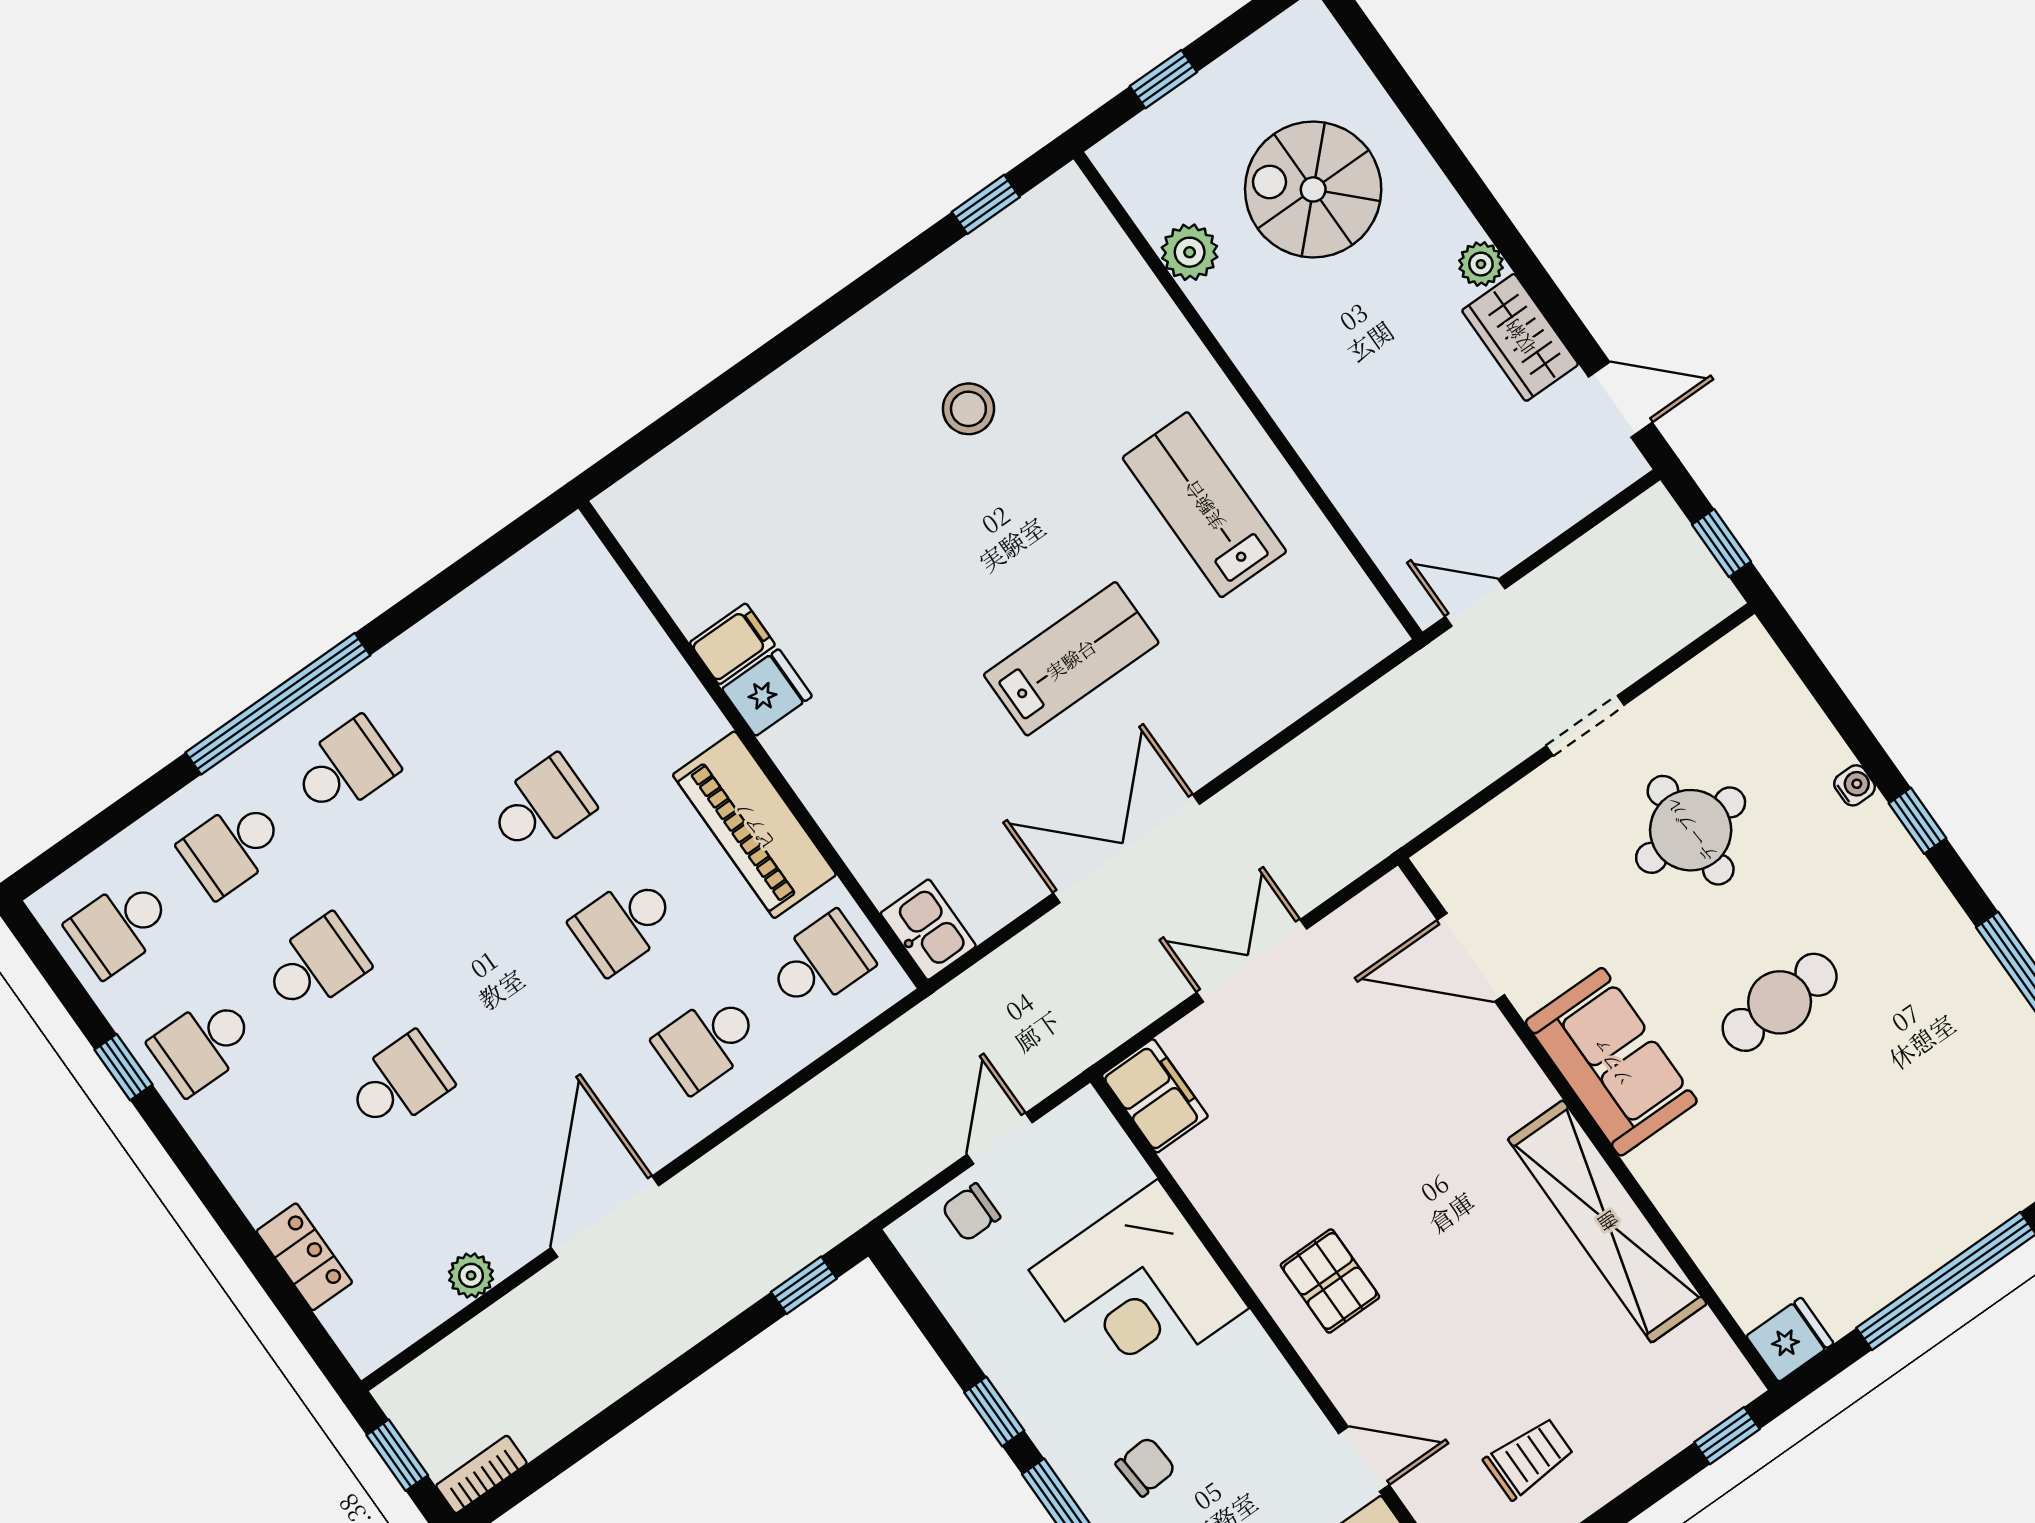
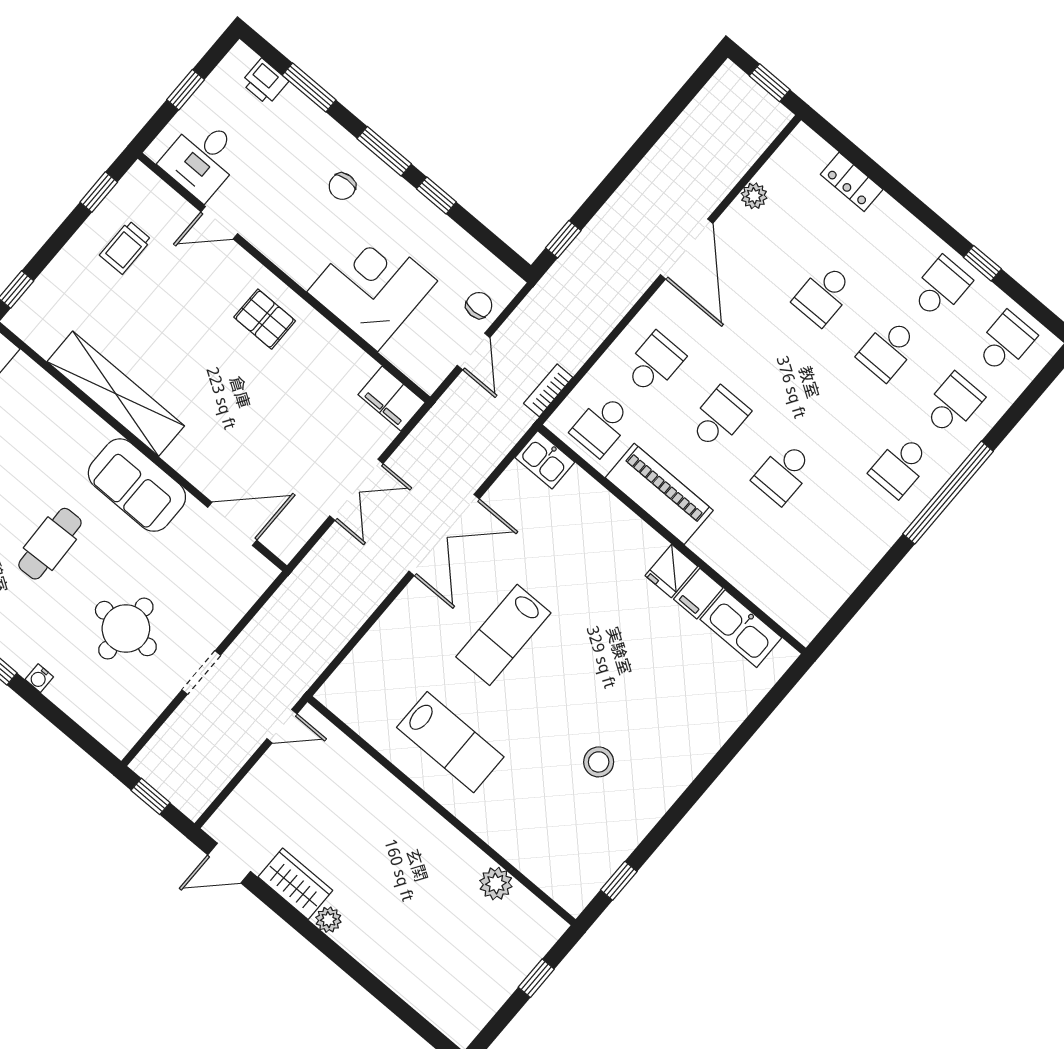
spiral stairs: (1313, 189) -> (435, 937), removed
kitchen sink: (677, 568) -> (741, 629), added
bookcase: (481, 1474) -> (548, 390), moved, turned 180

